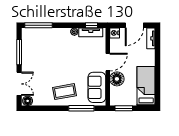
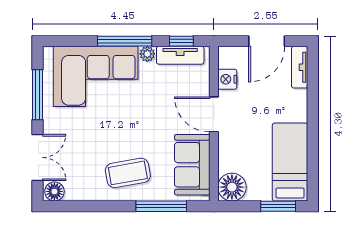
window: (39, 25) -> (125, 41), moved
nightstand: (115, 33) -> (227, 79), moved
corner sofa: (48, 43) -> (96, 76), added
door: (108, 62) -> (214, 114), swing flipped
floor lamp: (117, 79) -> (232, 187), moved
window: (124, 108) -> (278, 206), moved

